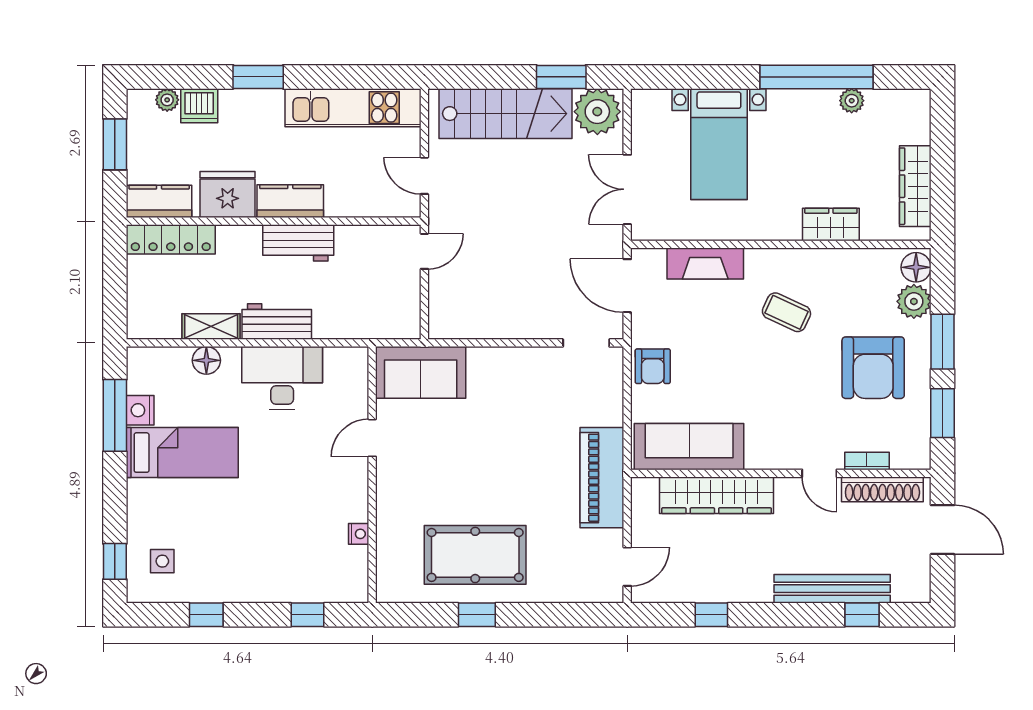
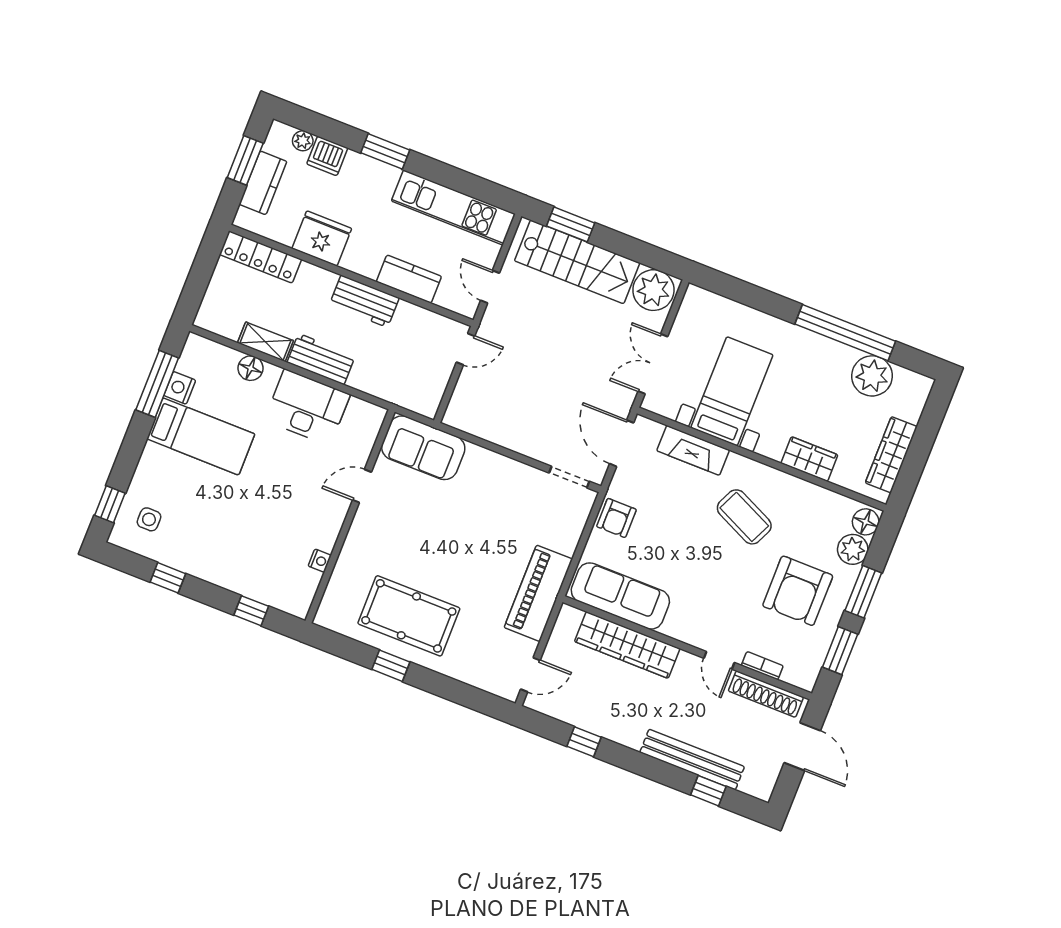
window: (561, 77) -> (571, 224), moved
plant: (852, 101) -> (872, 376), width x1.87, depth x1.87
bed with nightstands: (719, 144) -> (732, 391), moved, turned 180
kitchen counter: (159, 201) -> (263, 183), moved, turned 90
kitchen counter: (290, 201) -> (409, 279), moved
coffee table: (786, 312) -> (744, 517), width x1.36, depth x1.30

